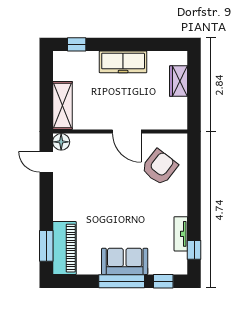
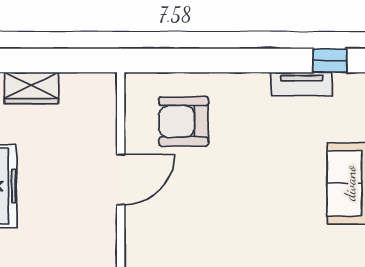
armchair: (160, 167) -> (184, 121), turned -38

